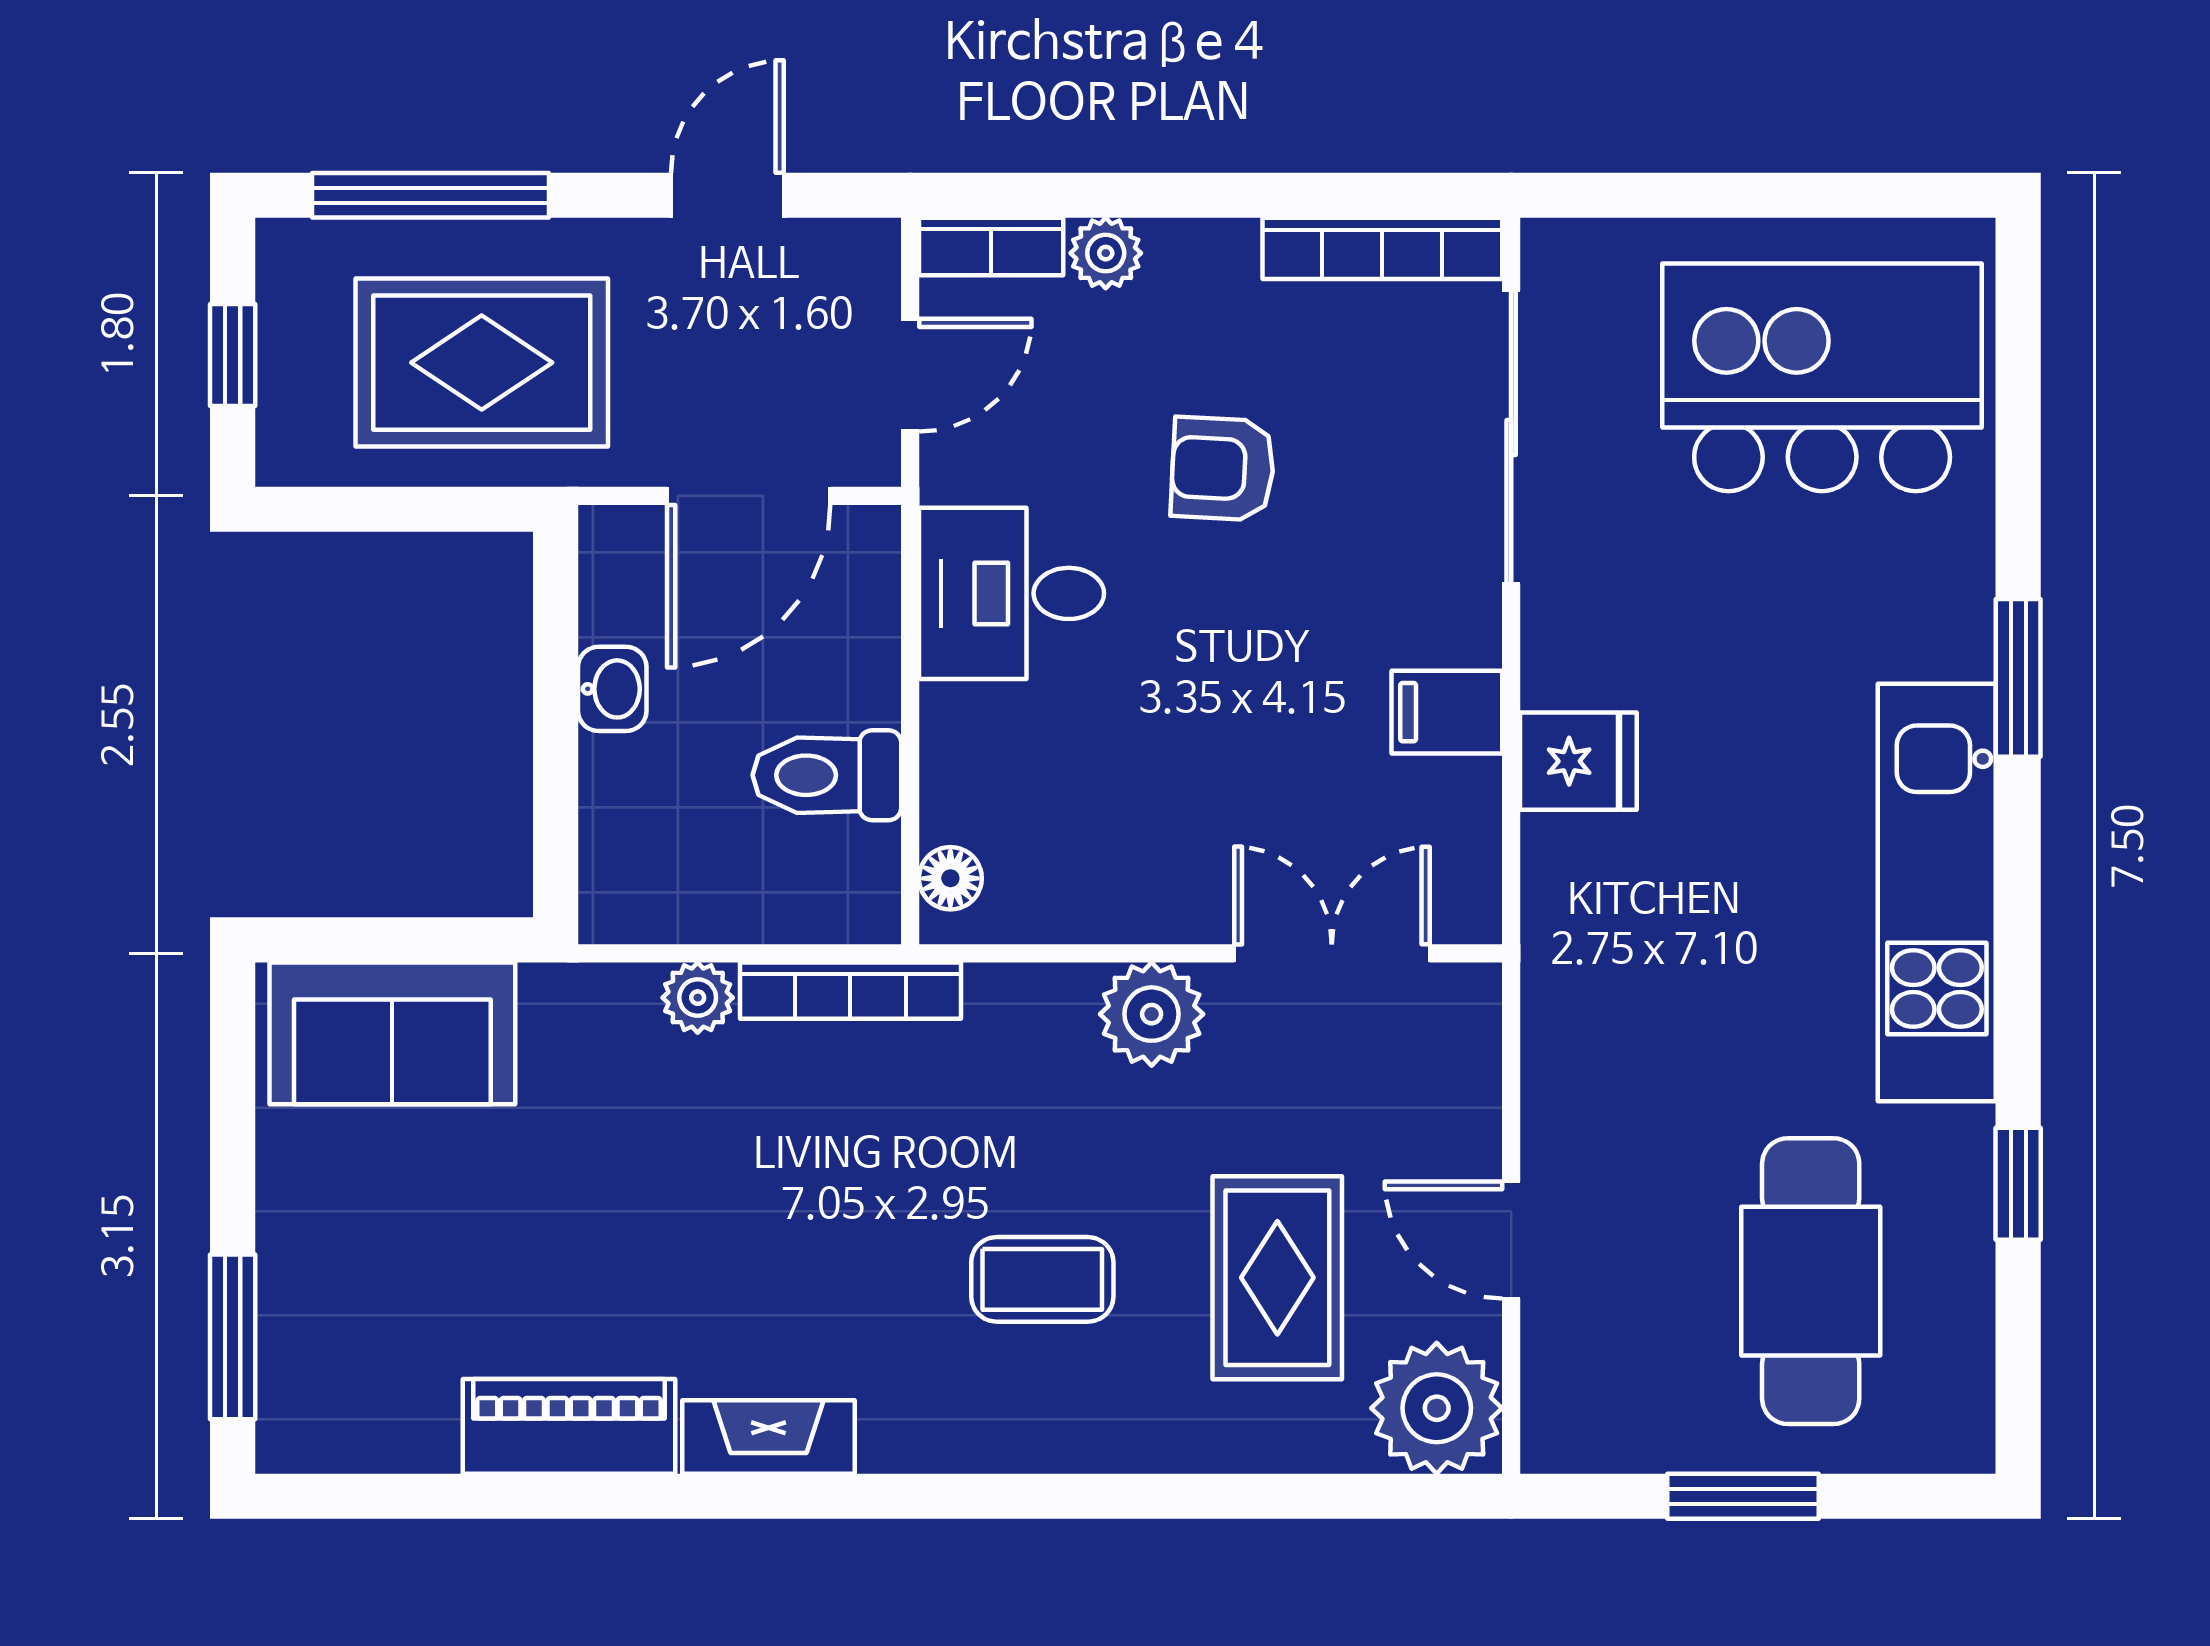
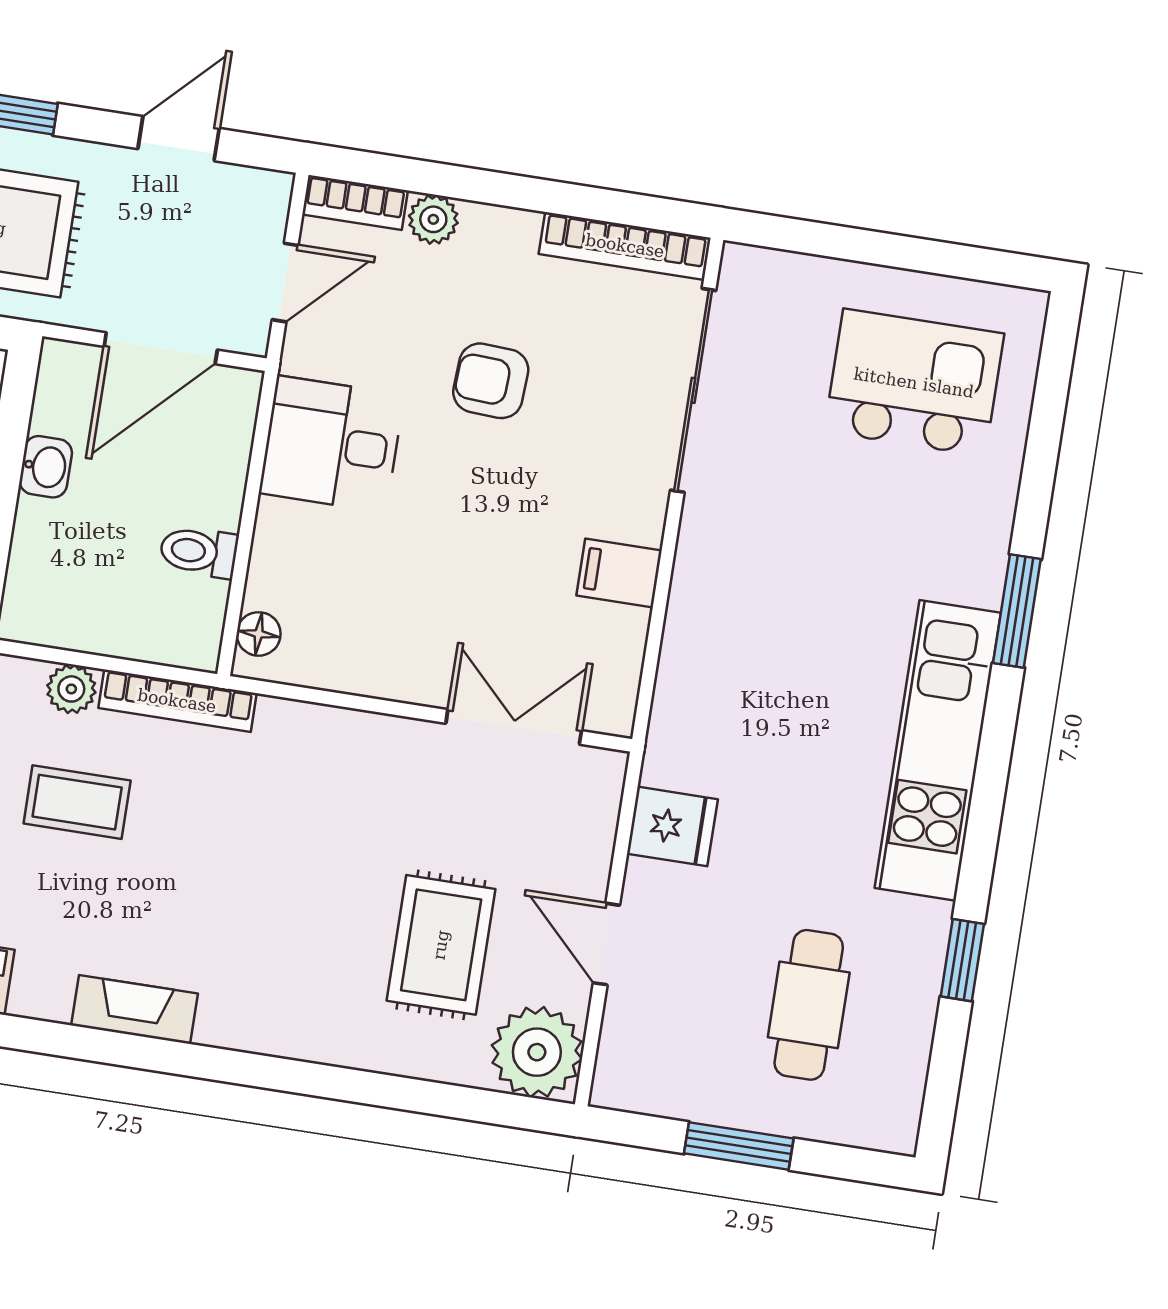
kitchen island: (1822, 377) -> (914, 383), width x0.73, depth x0.78
fridge: (1578, 761) -> (672, 826), moved
toilet: (827, 775) -> (199, 552), width x0.73, depth x0.72
plant: (1152, 1014) -> (383, 749), removed
coffee table: (1042, 1279) -> (77, 802), moved
cafe table: (1811, 1281) -> (809, 1005), width x0.73, depth x0.74
fireplace: (768, 1437) -> (135, 1009), moved

